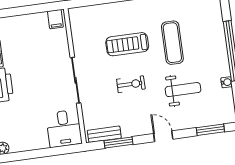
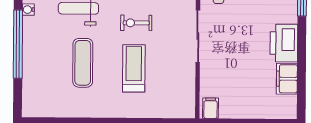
treadmill: (127, 44) -> (134, 68), turned -90

